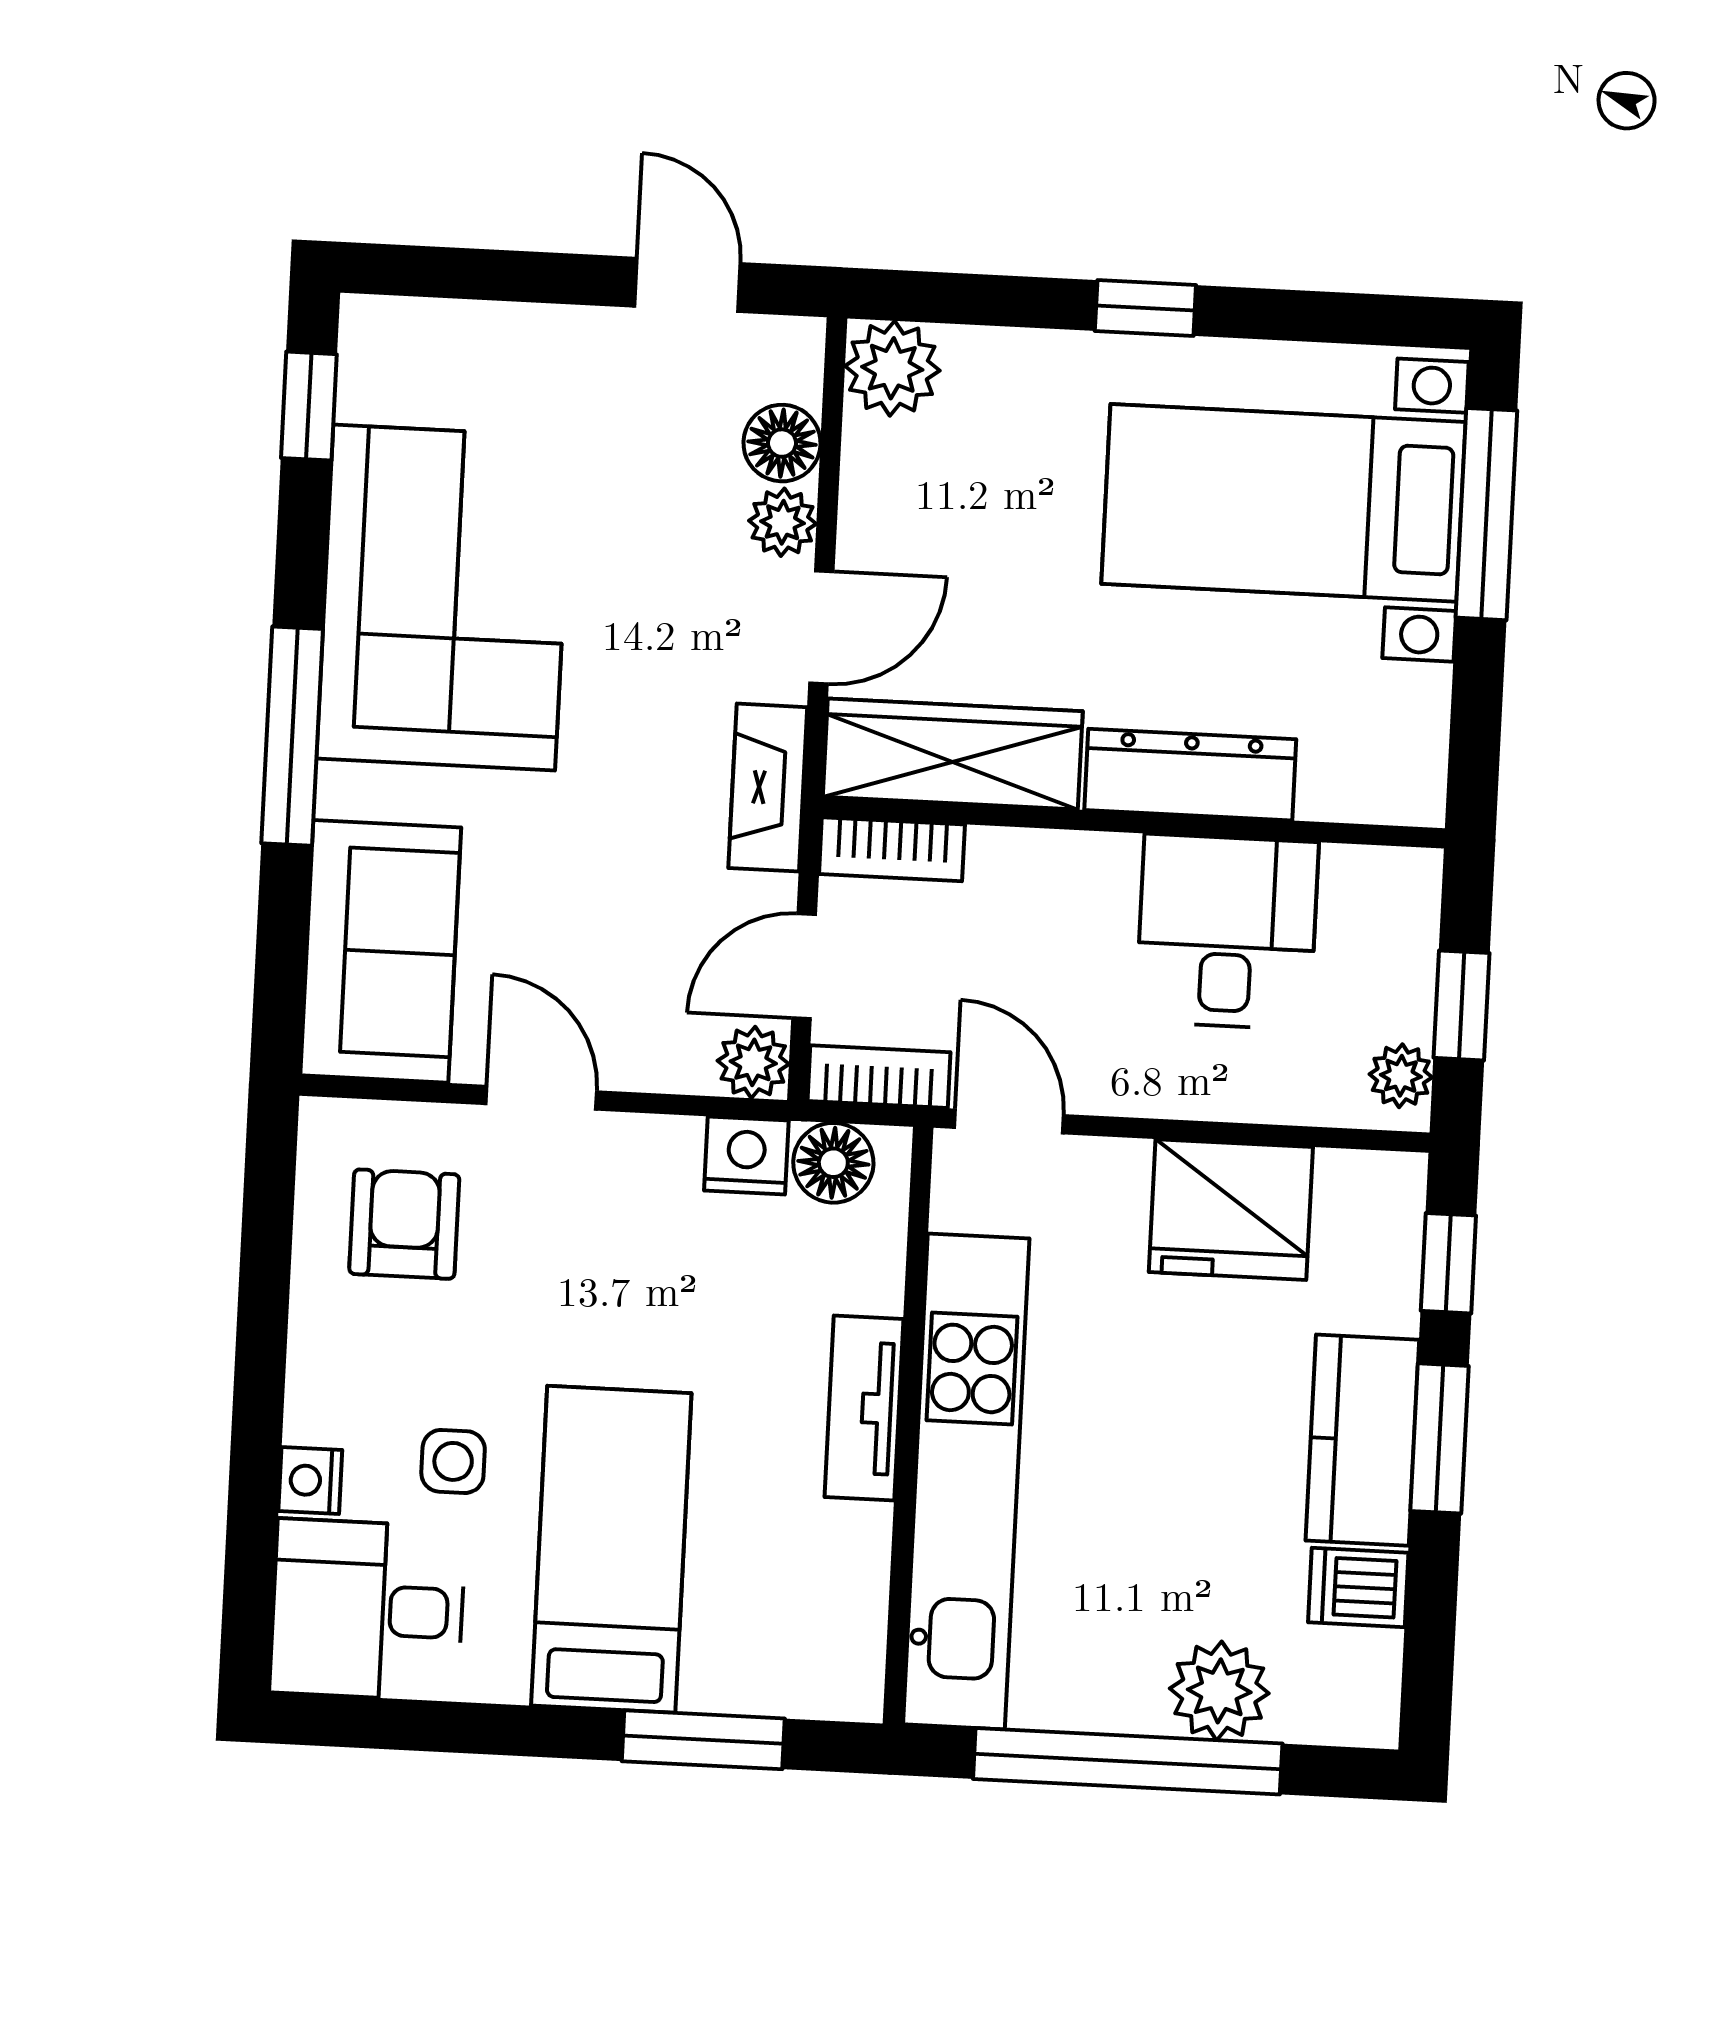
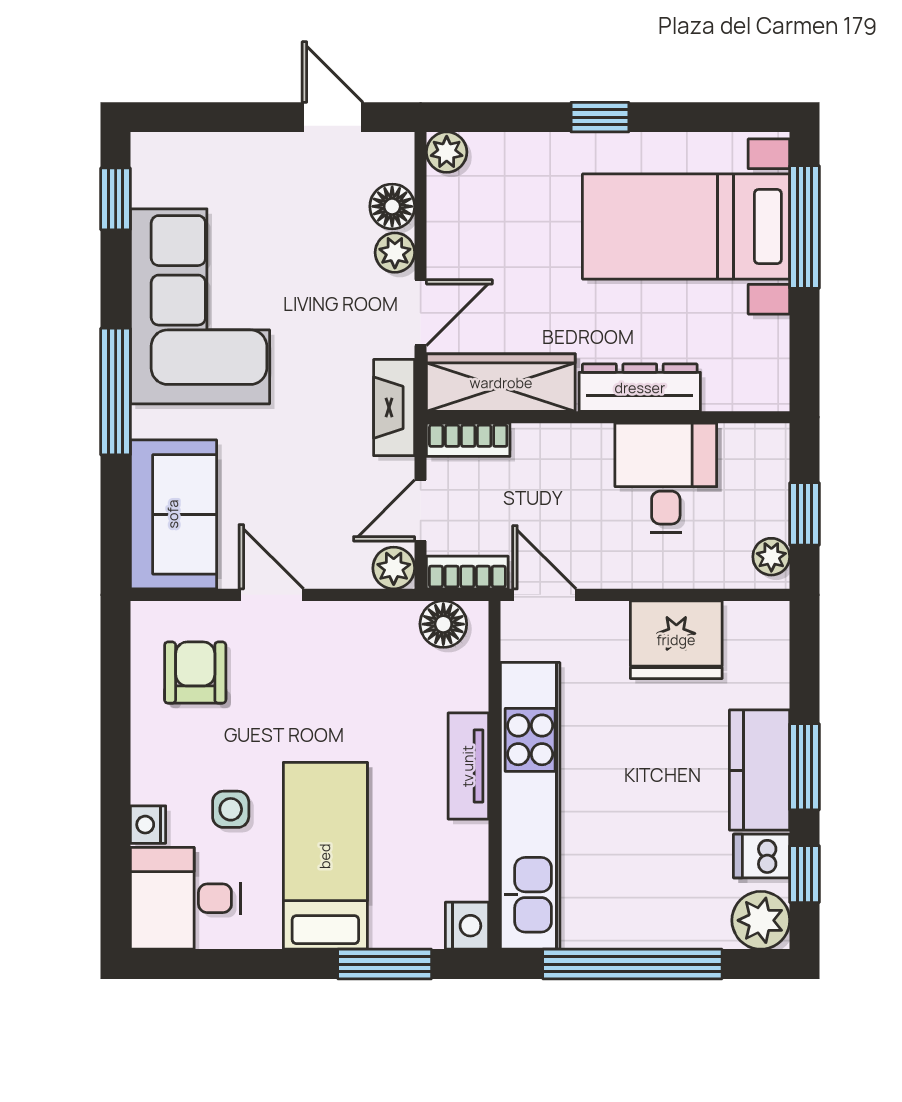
plant: (892, 368) -> (447, 152), width x0.73, depth x0.73
nightstand: (746, 1155) -> (467, 926), moved, turned 90
window: (1448, 1263) -> (805, 874), moved
plant: (1219, 1691) -> (761, 920), moved

